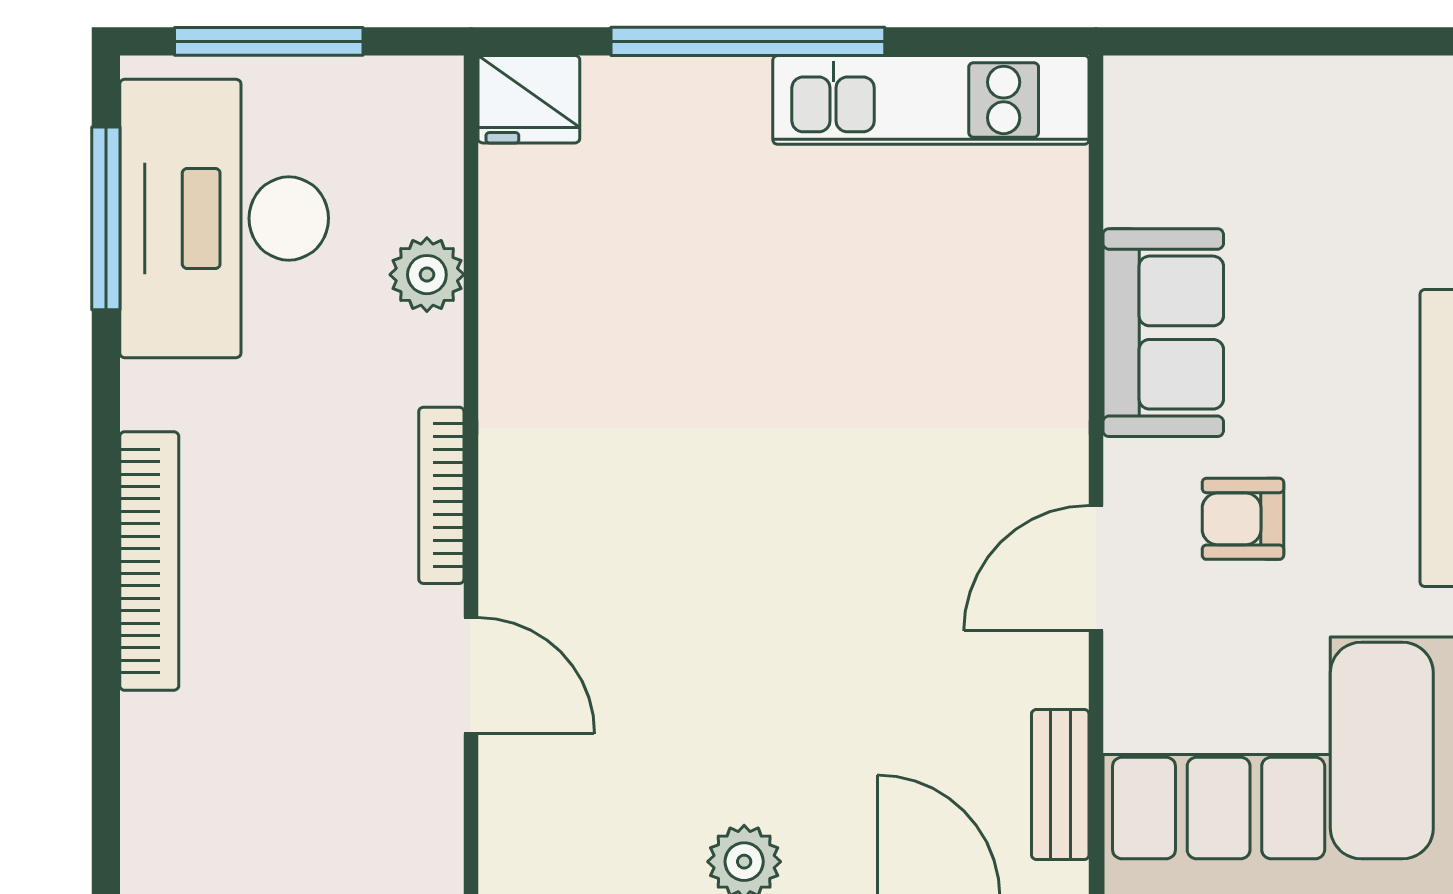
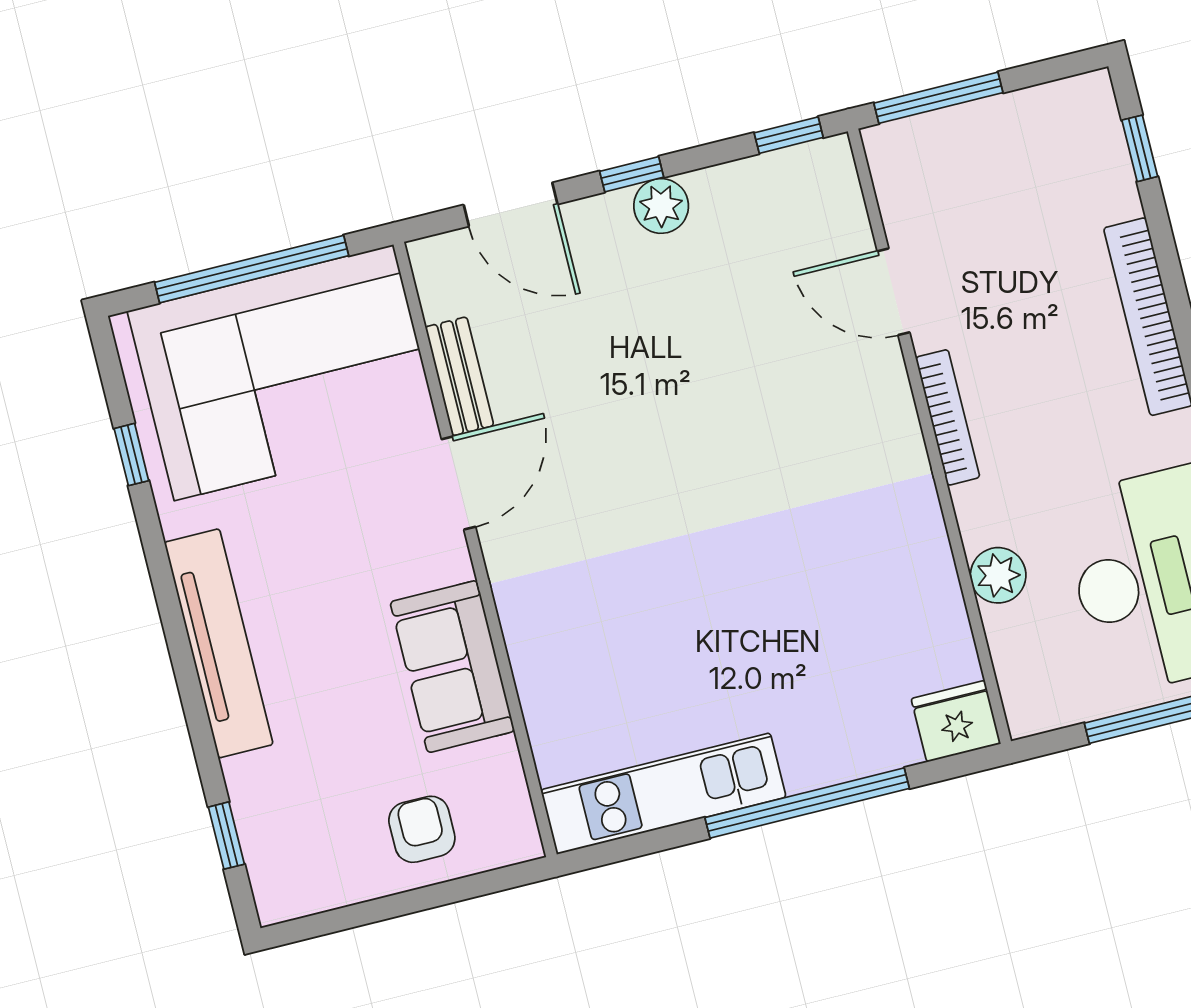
armchair: (1243, 519) -> (422, 829), moved, turned -90
window: (106, 782) -> (1140, 148), added
bench: (1060, 784) -> (459, 376), moved

